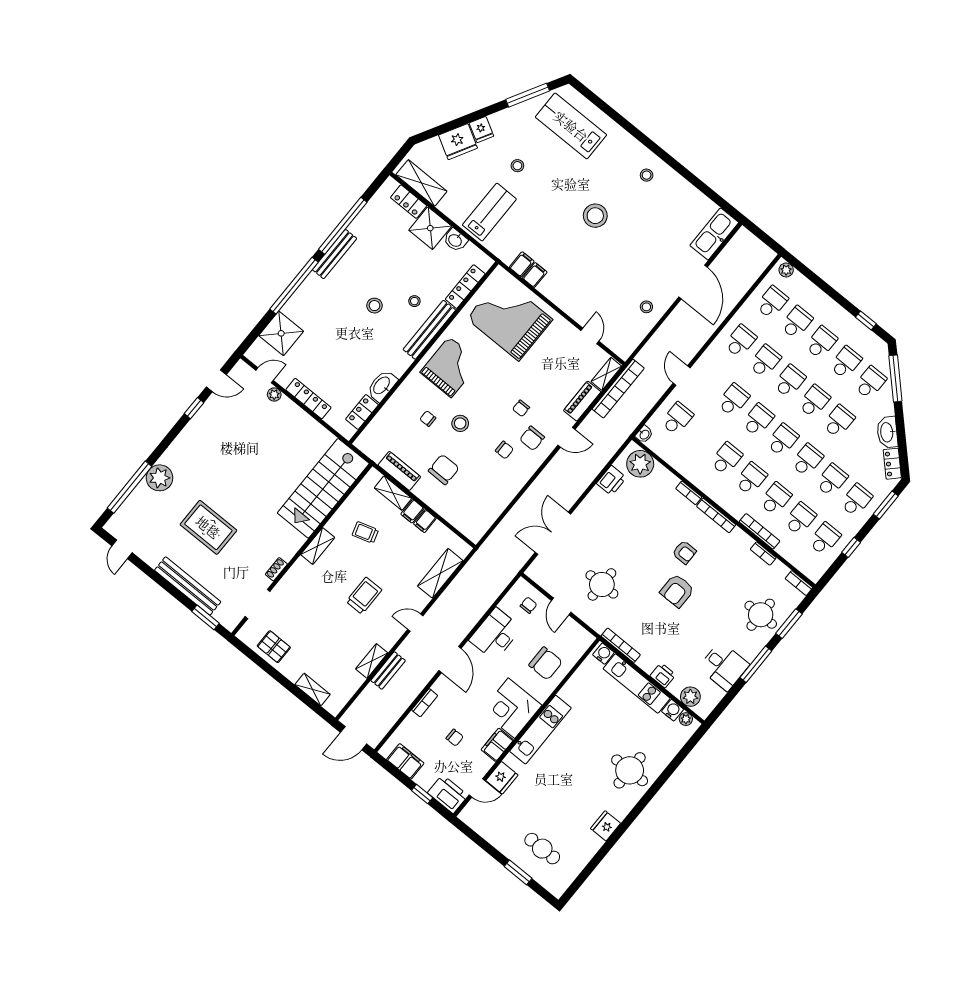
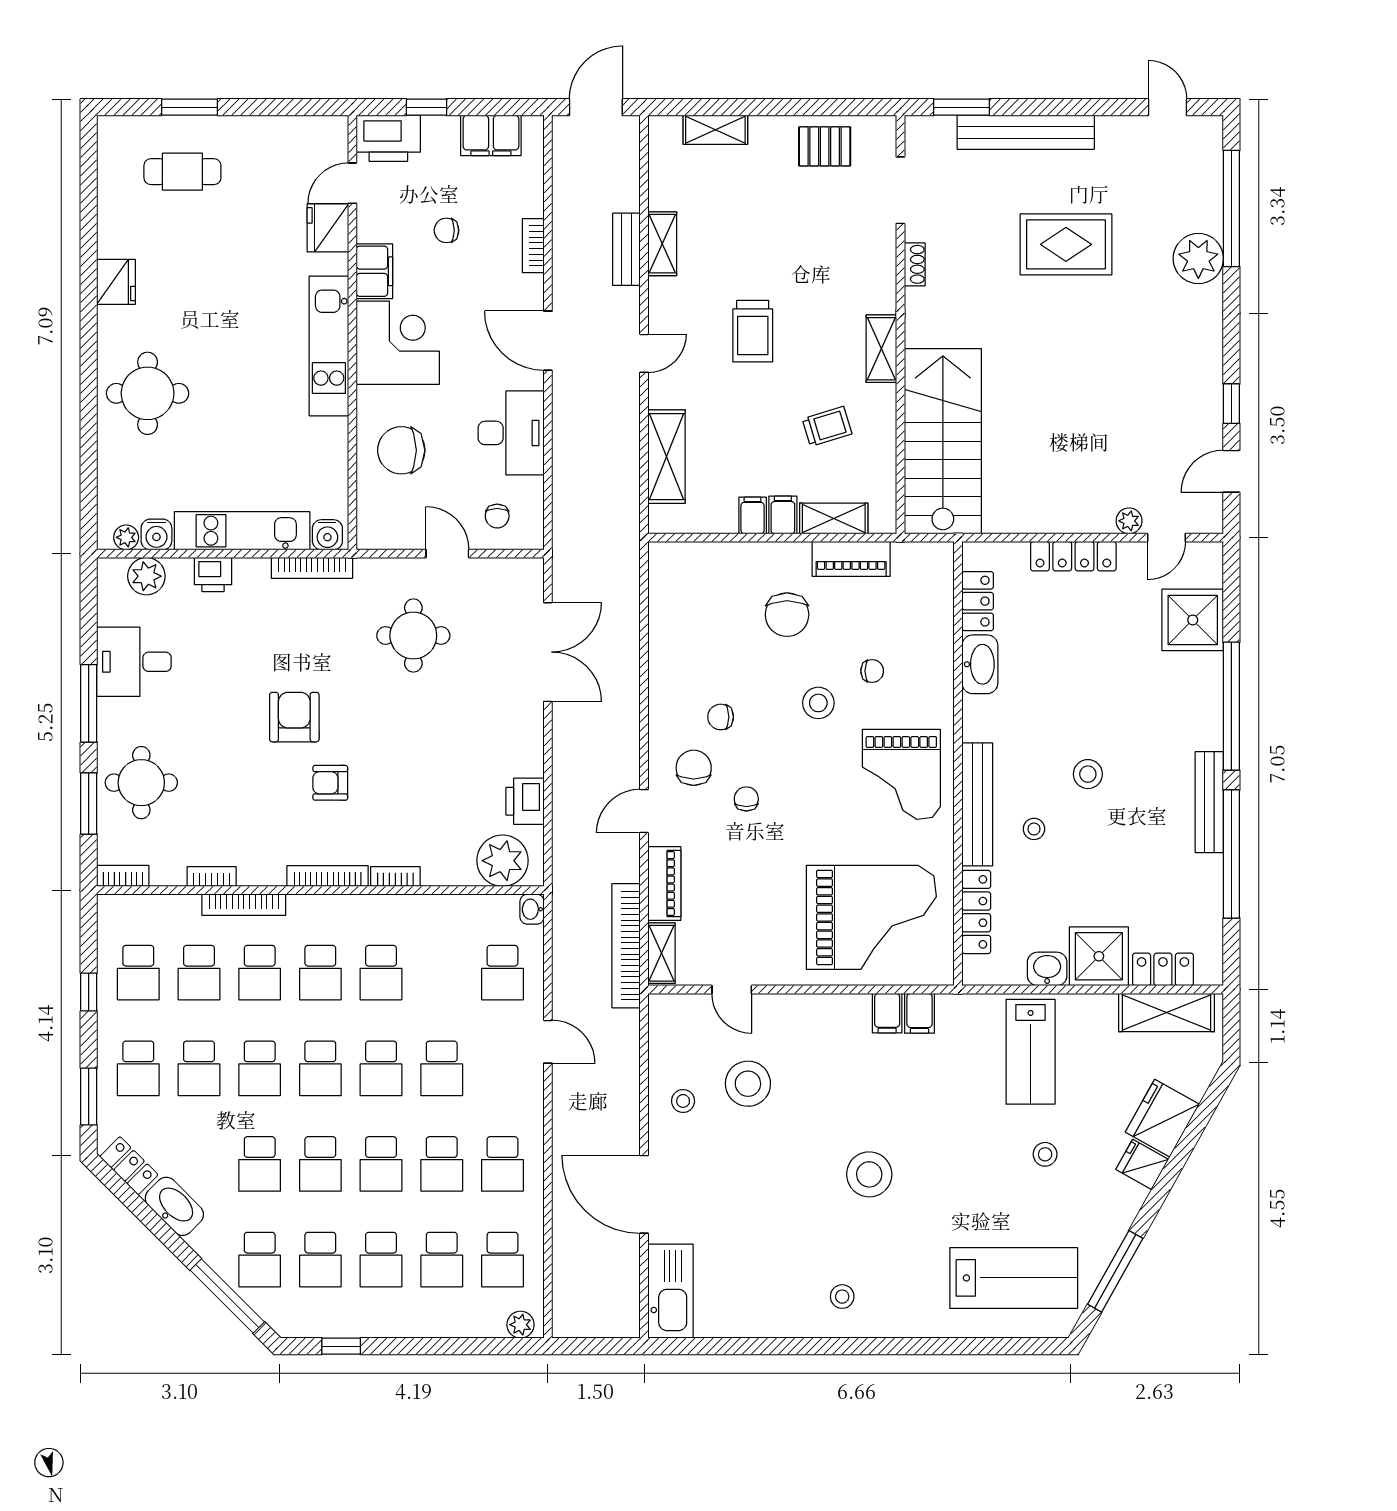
stool: (614, 292) -> (748, 1084), added

